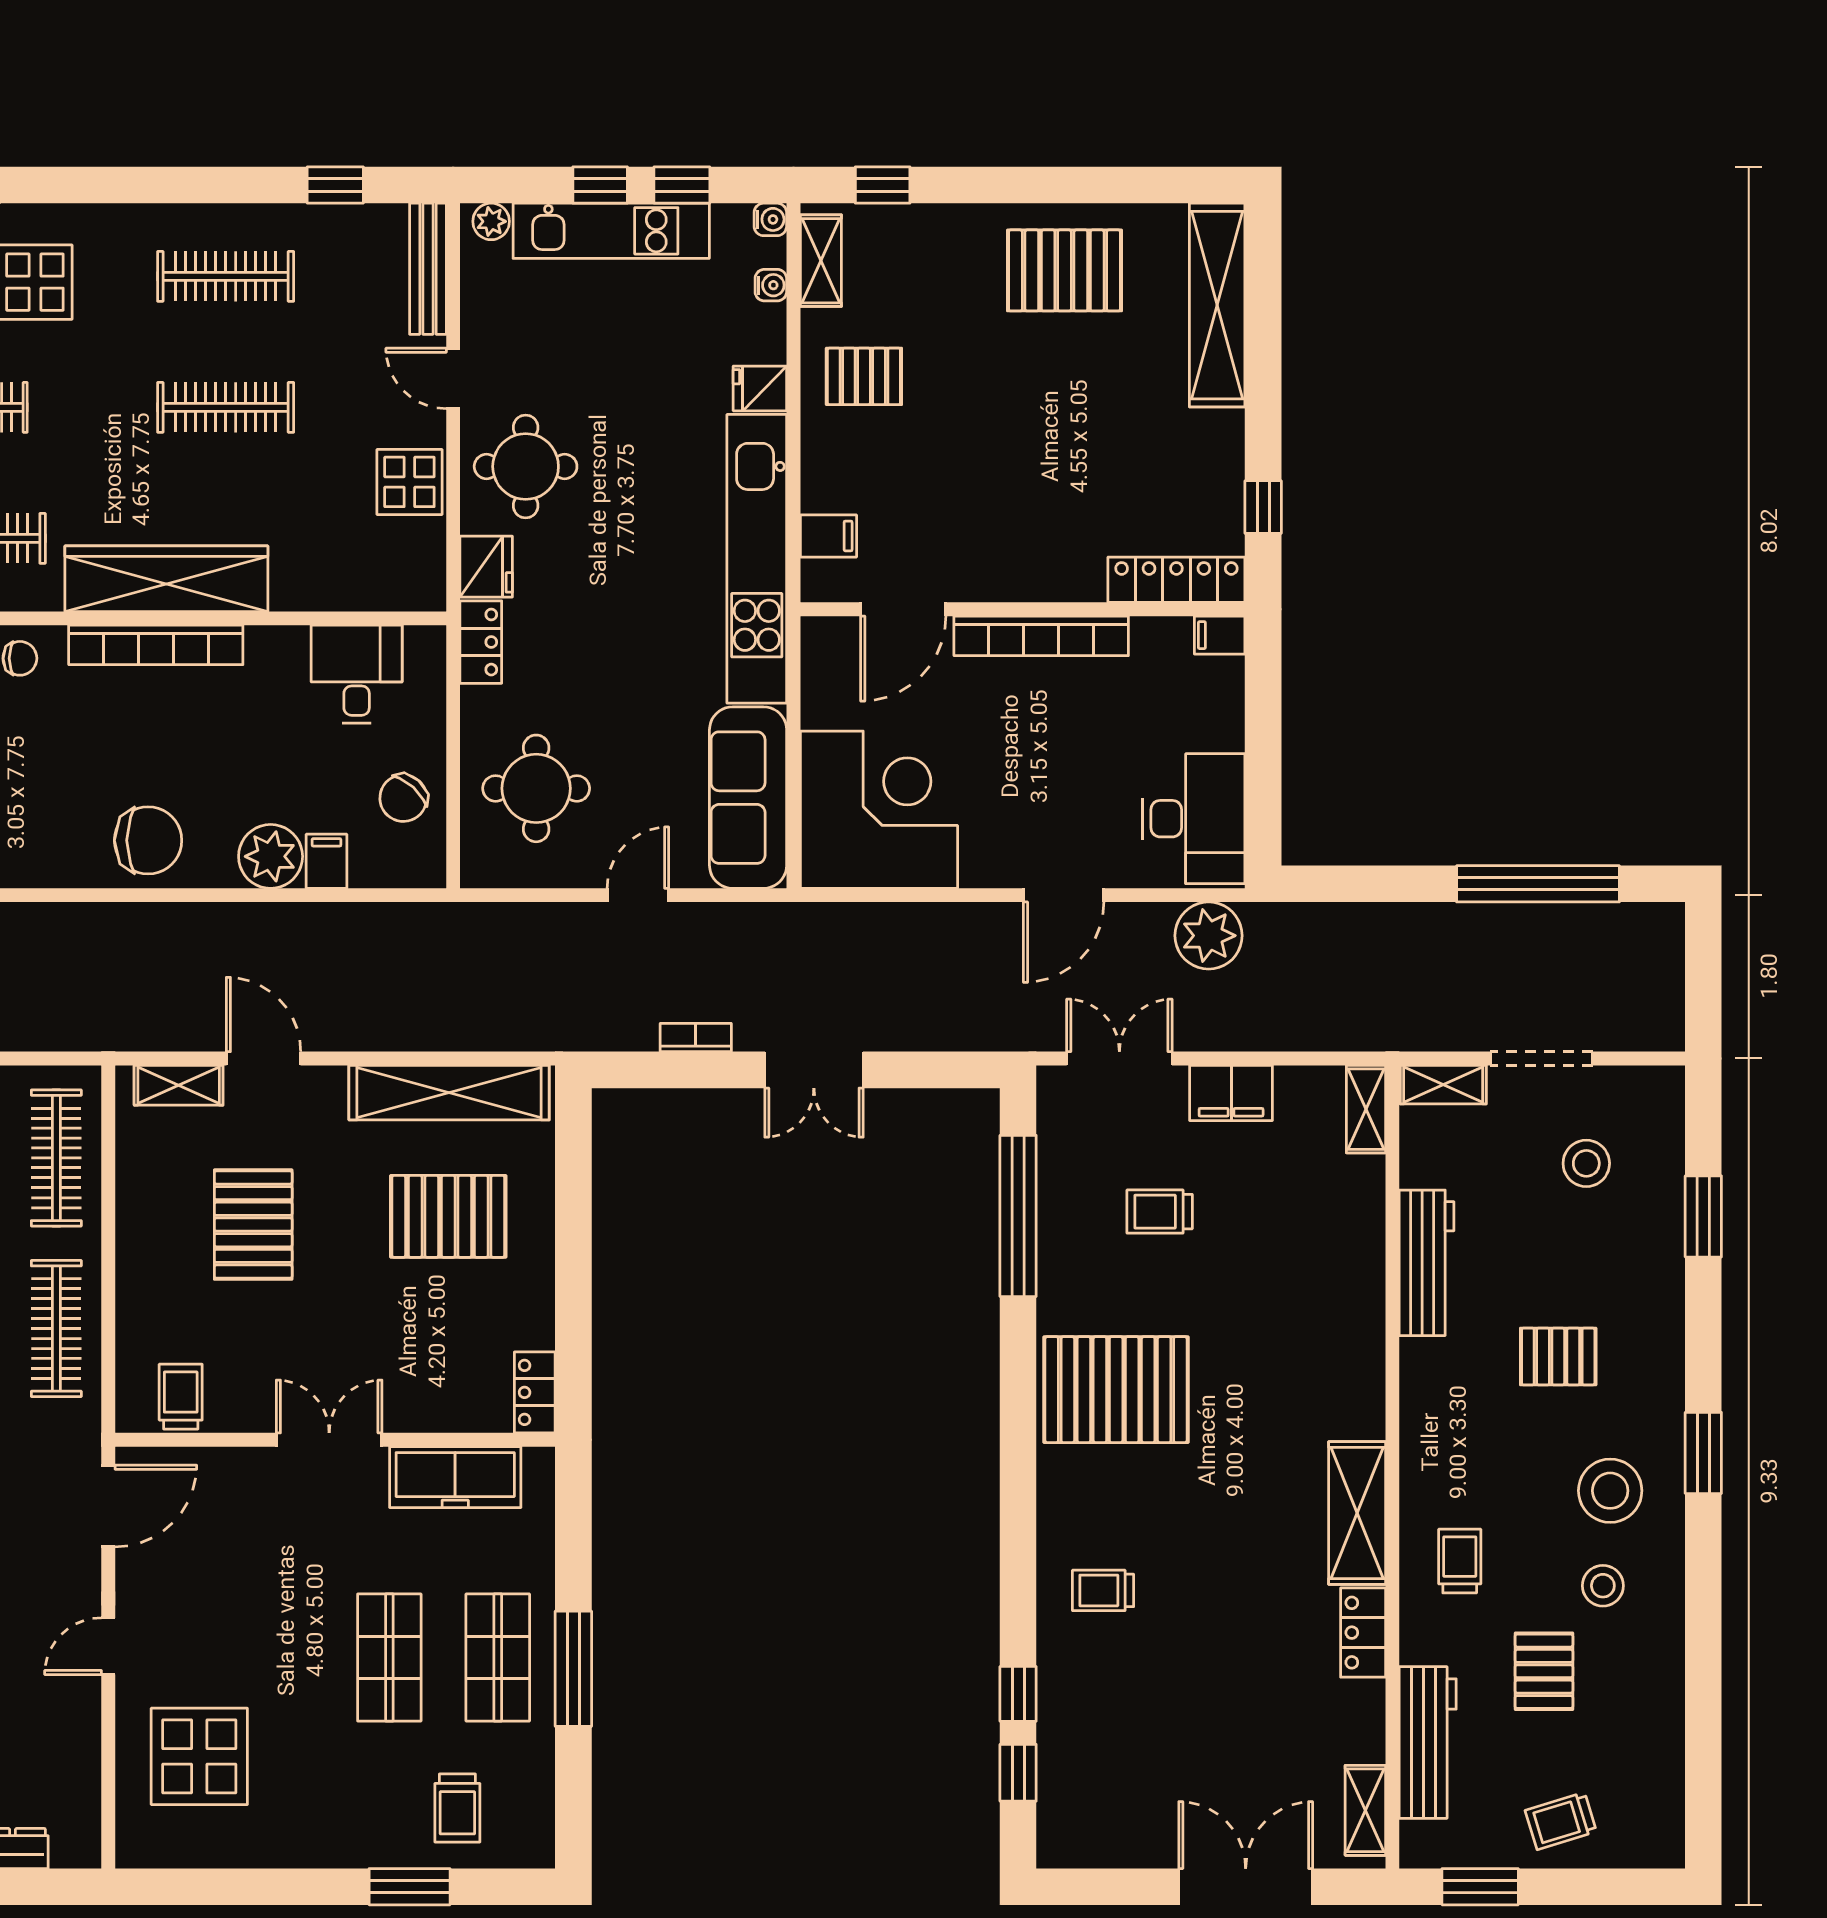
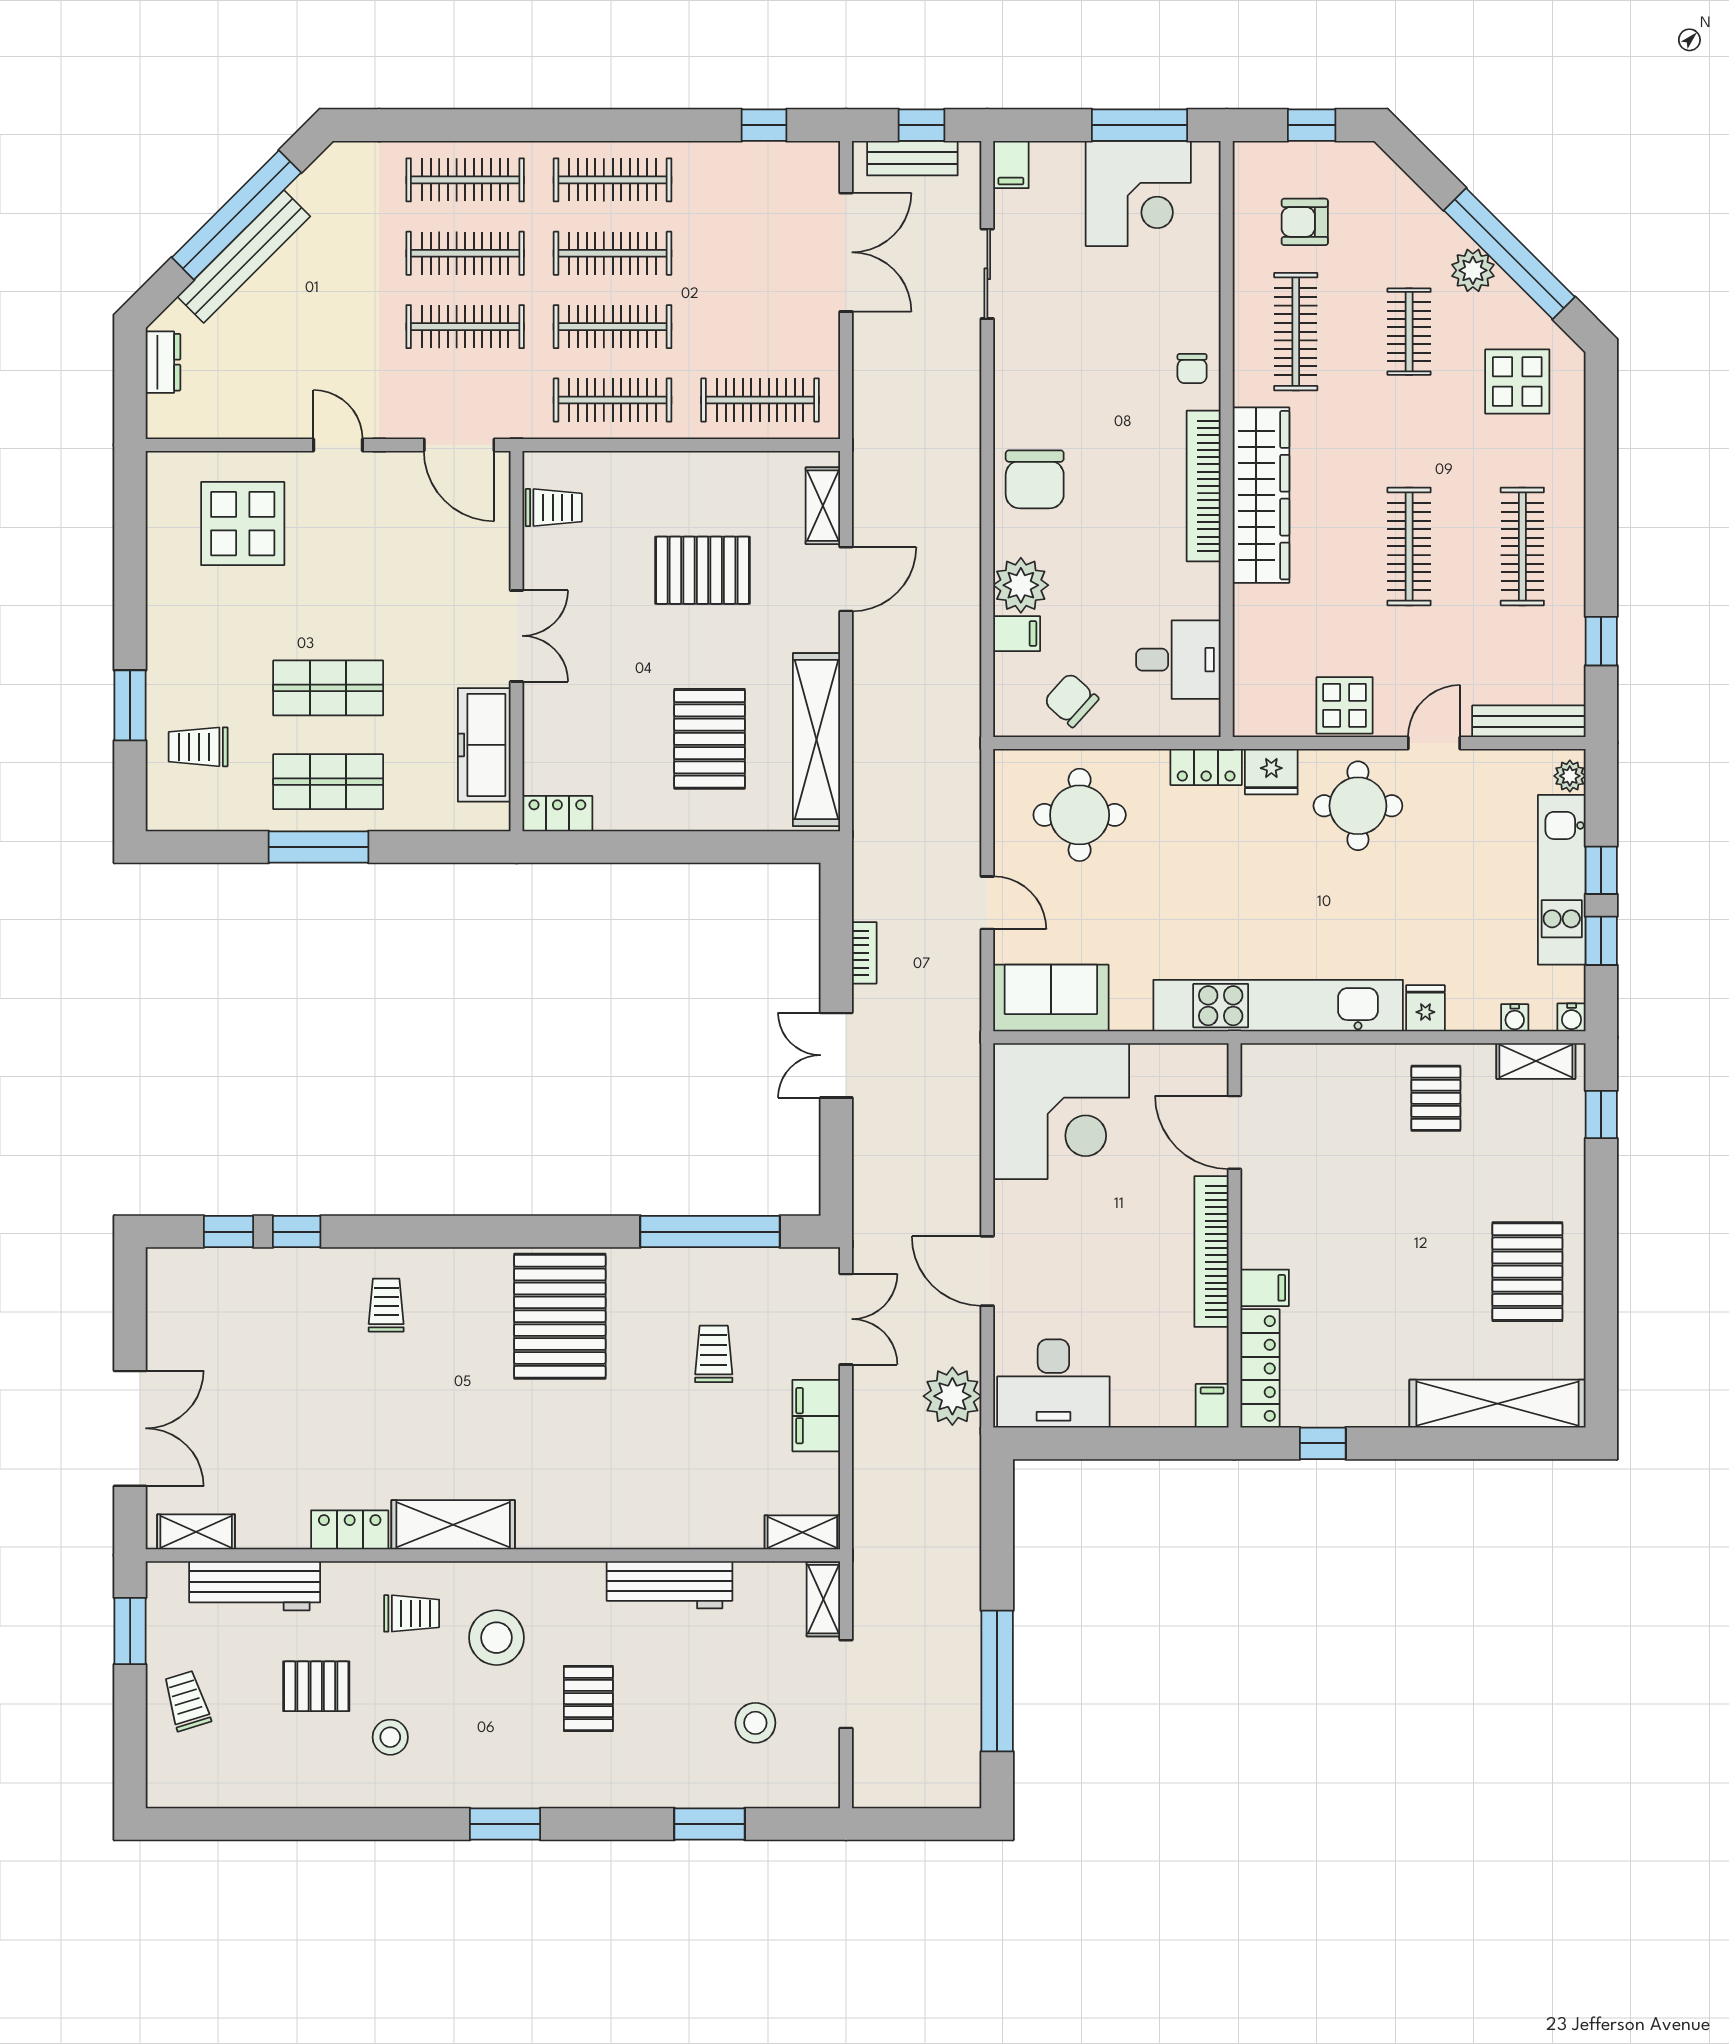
filing cabinet: (828, 536) -> (1265, 1288), moved, turned -90
sofa: (748, 798) -> (1051, 998), width x0.73
stool: (1610, 1491) -> (496, 1638), moved

